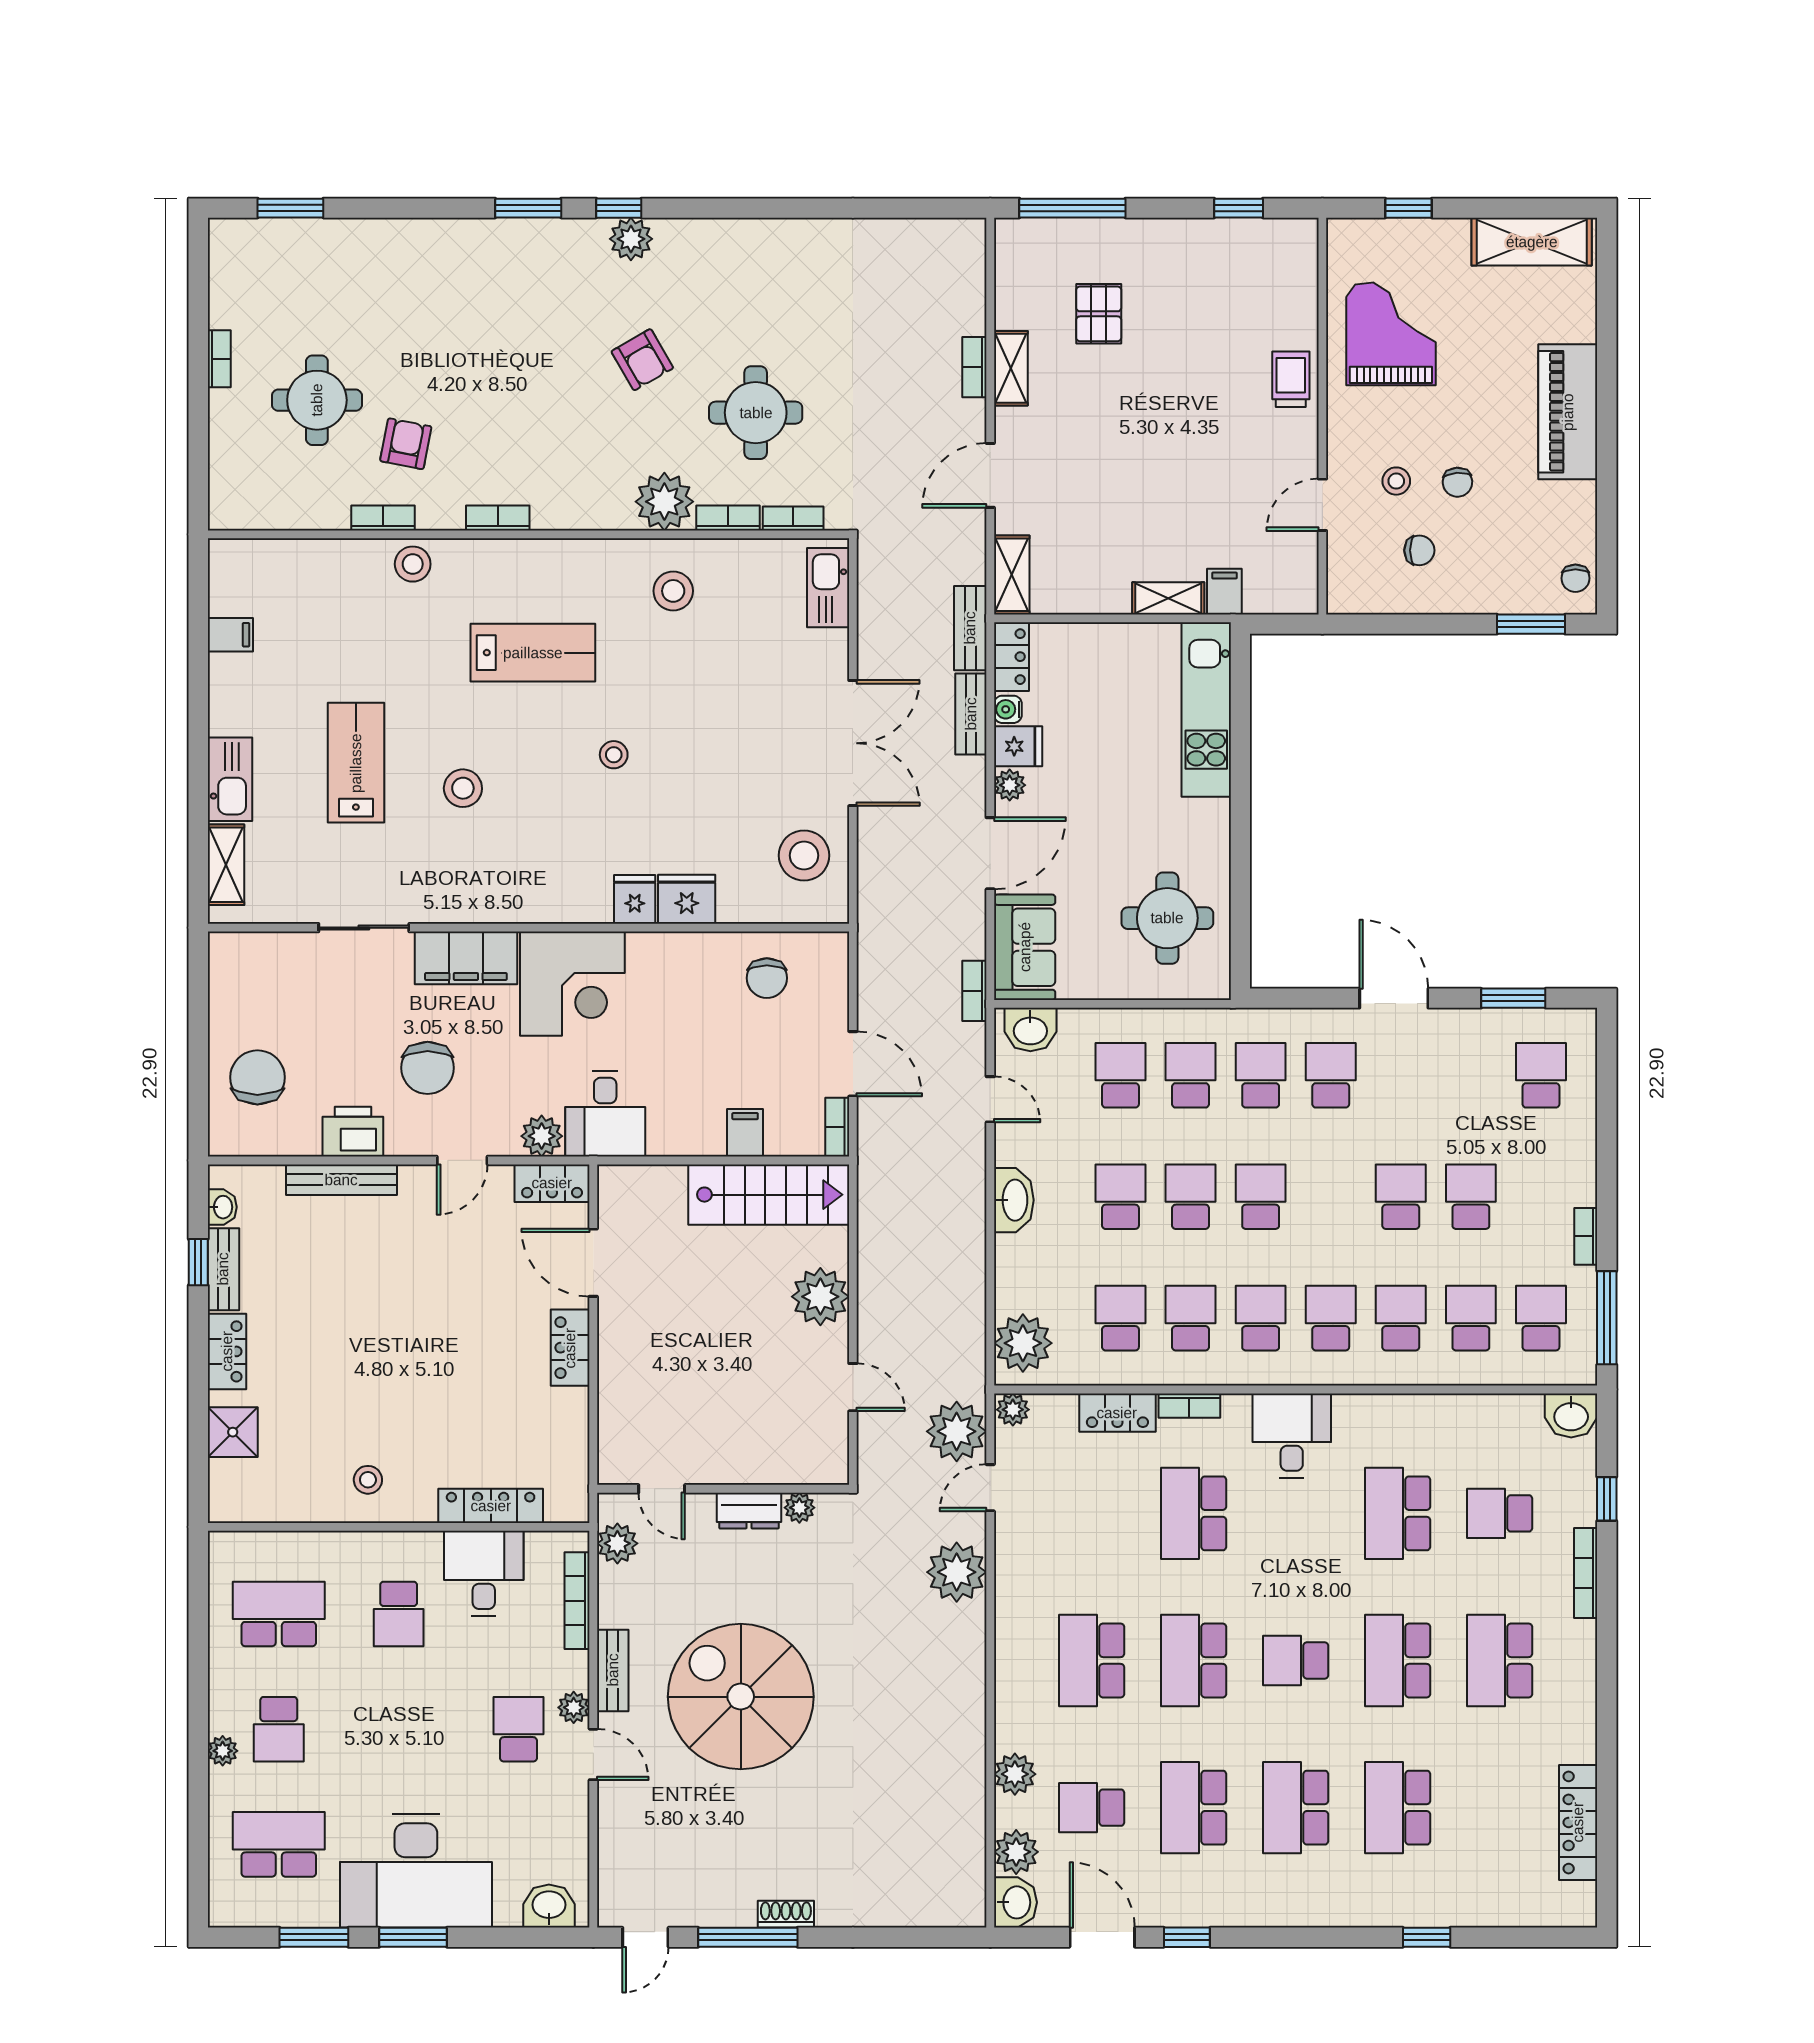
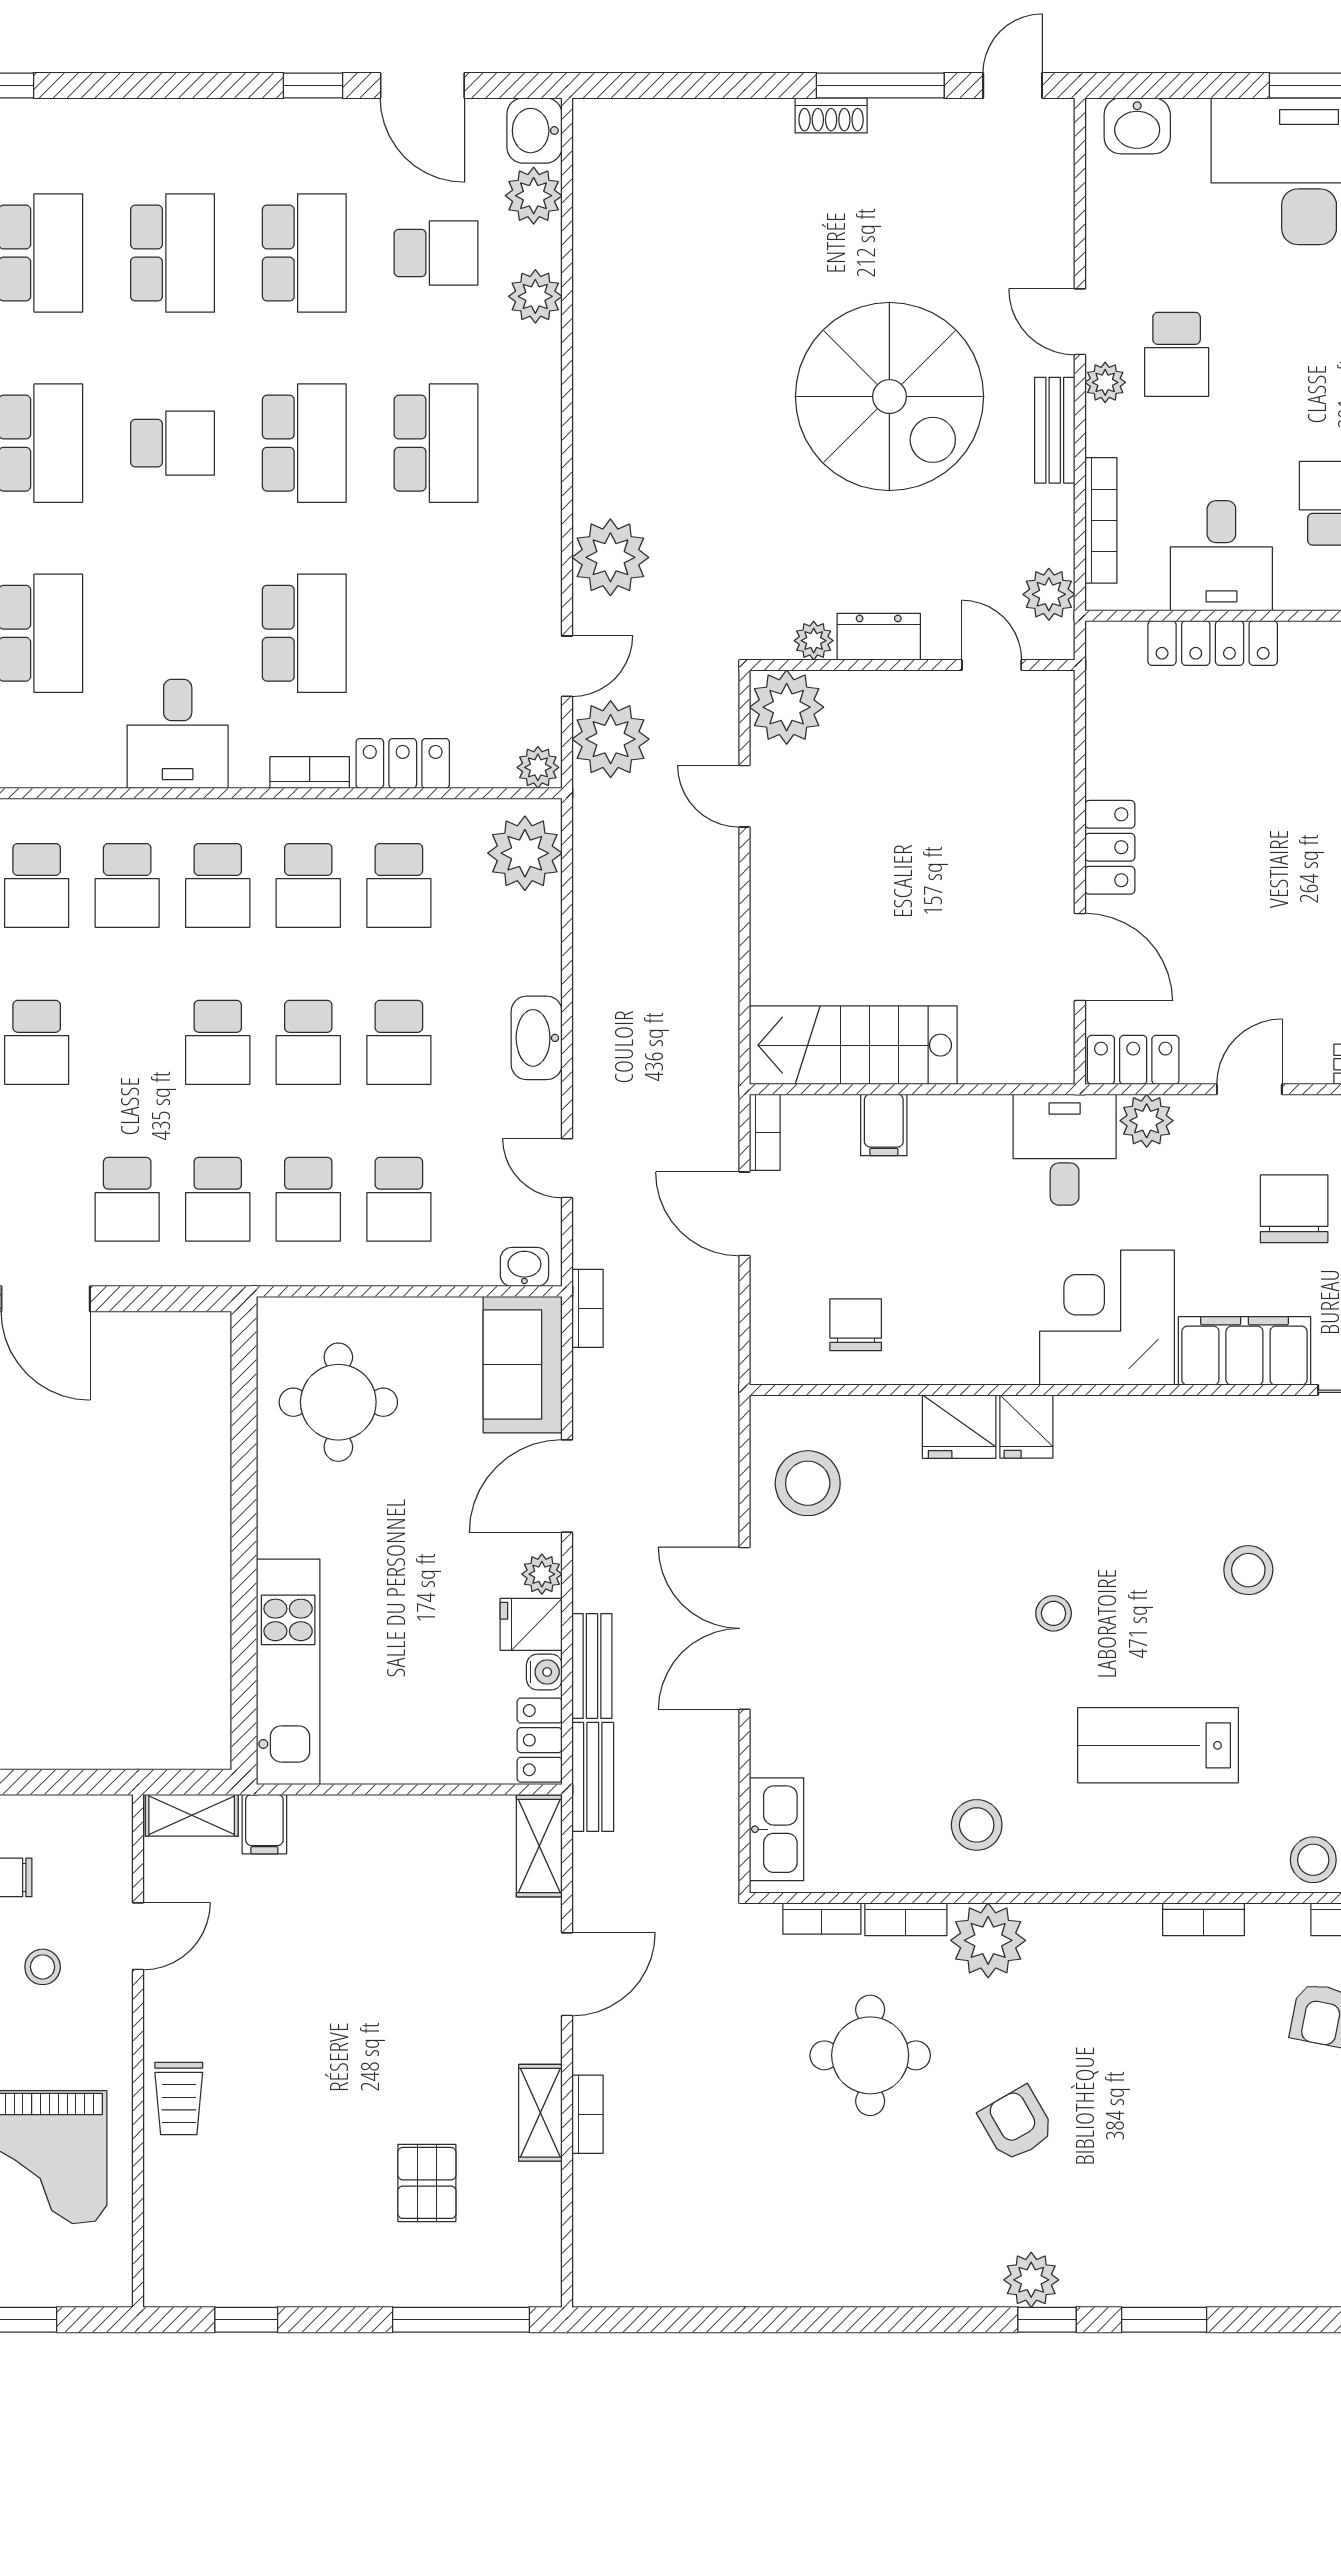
shelving: (1168, 598) -> (192, 1815), moved
washbasin: (1030, 1030) -> (524, 1267), width x0.72, depth x0.69
plant: (820, 1297) -> (787, 707), moved

